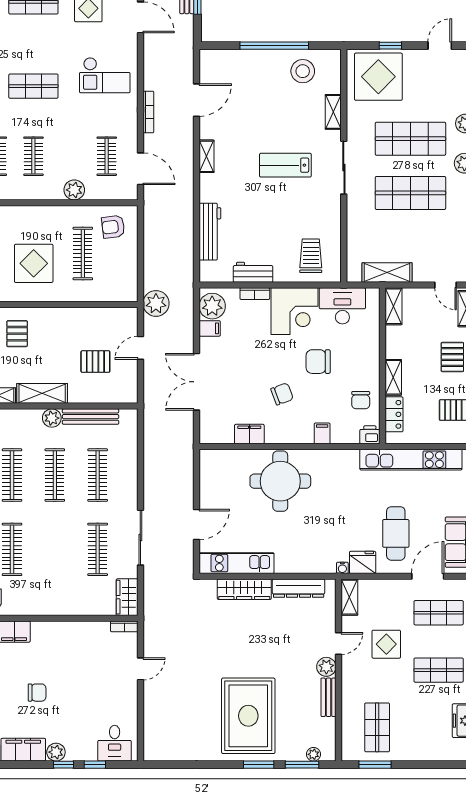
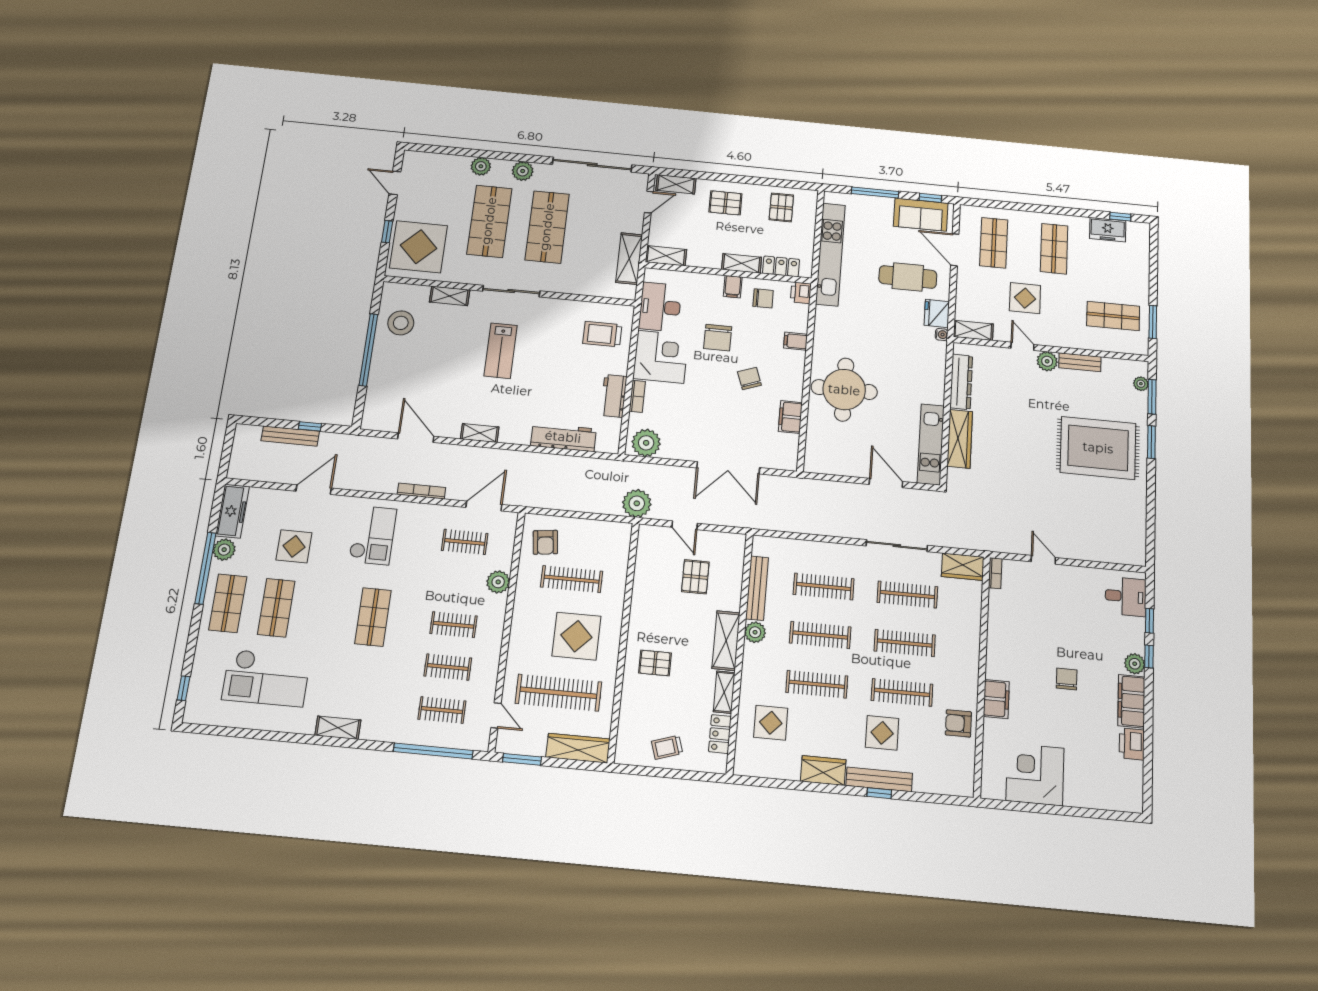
filing cabinet: (210, 328) -> (733, 287), moved, turned 180
clothes rail: (55, 549) -> (905, 643), added

